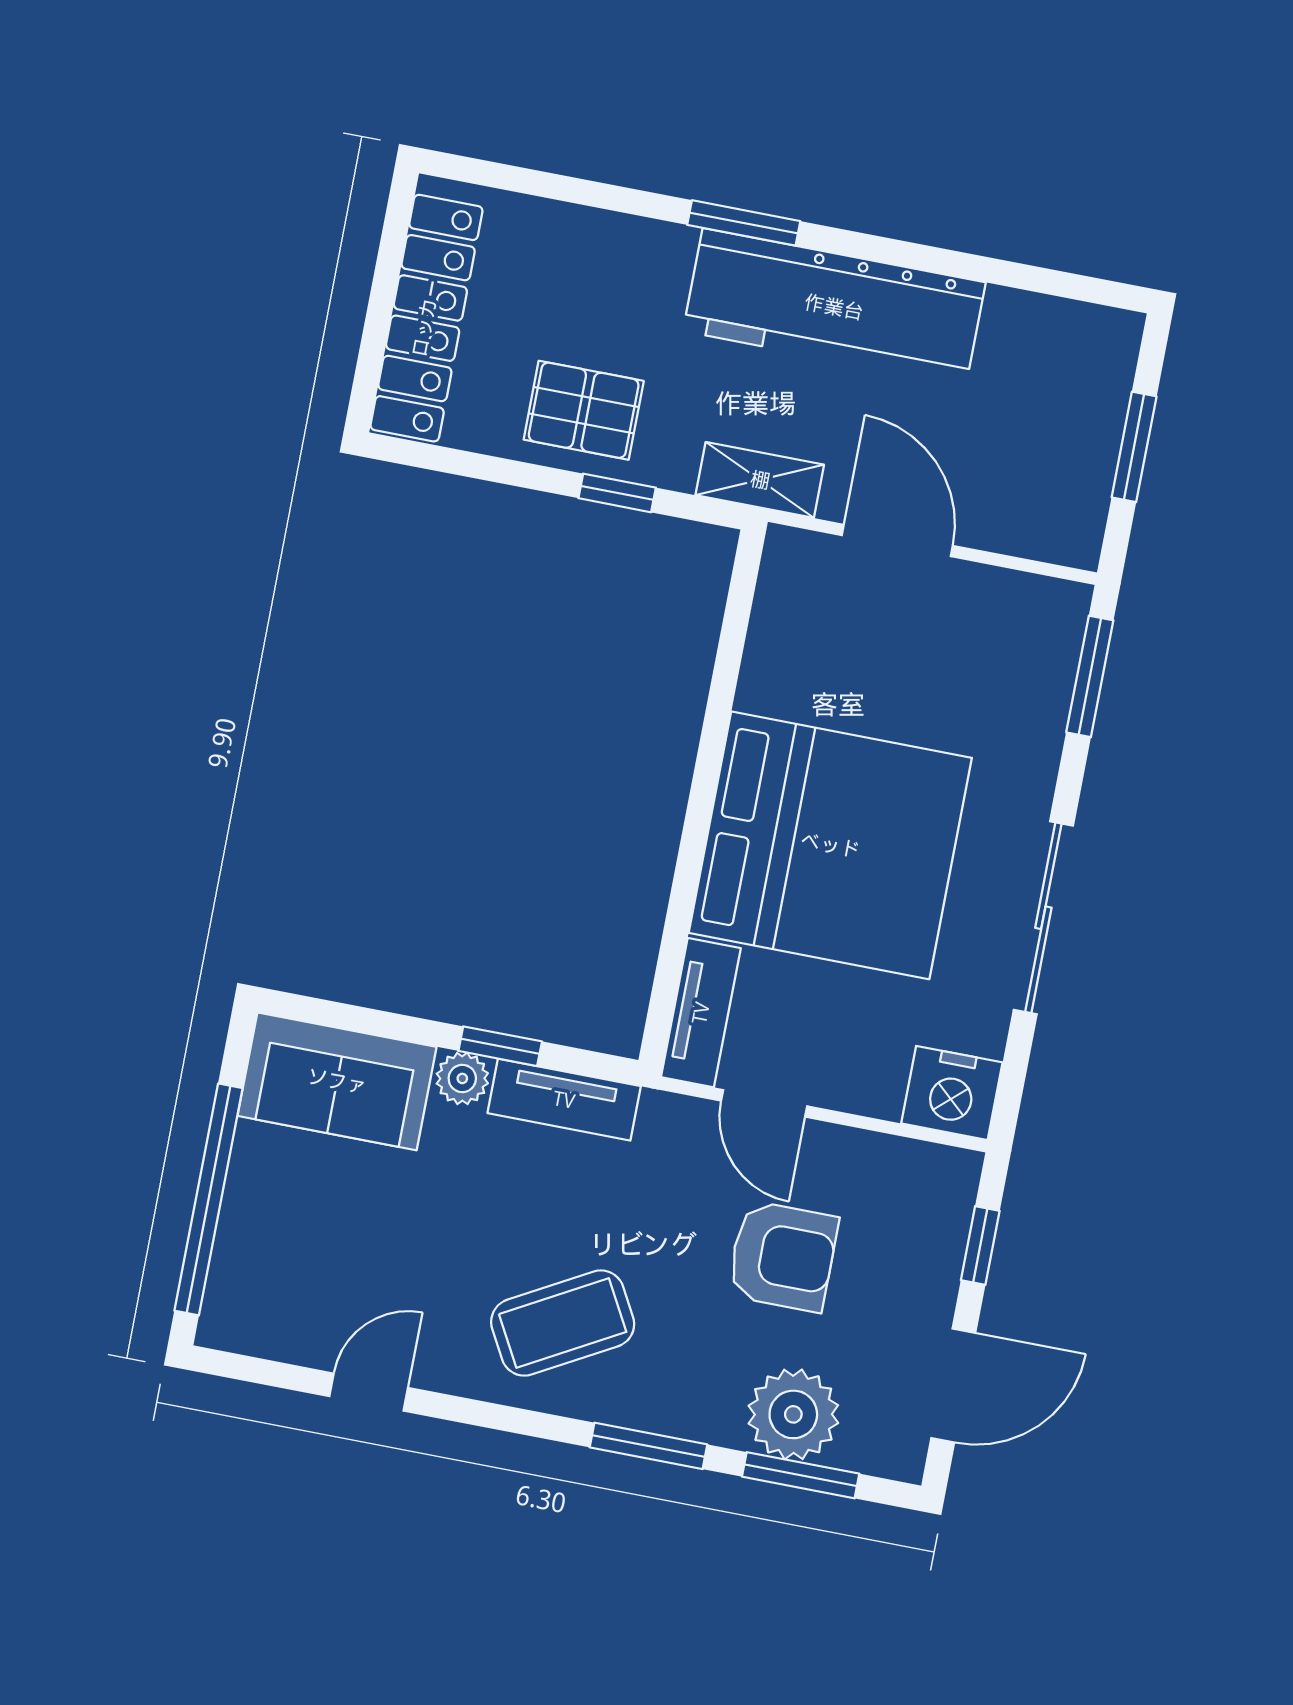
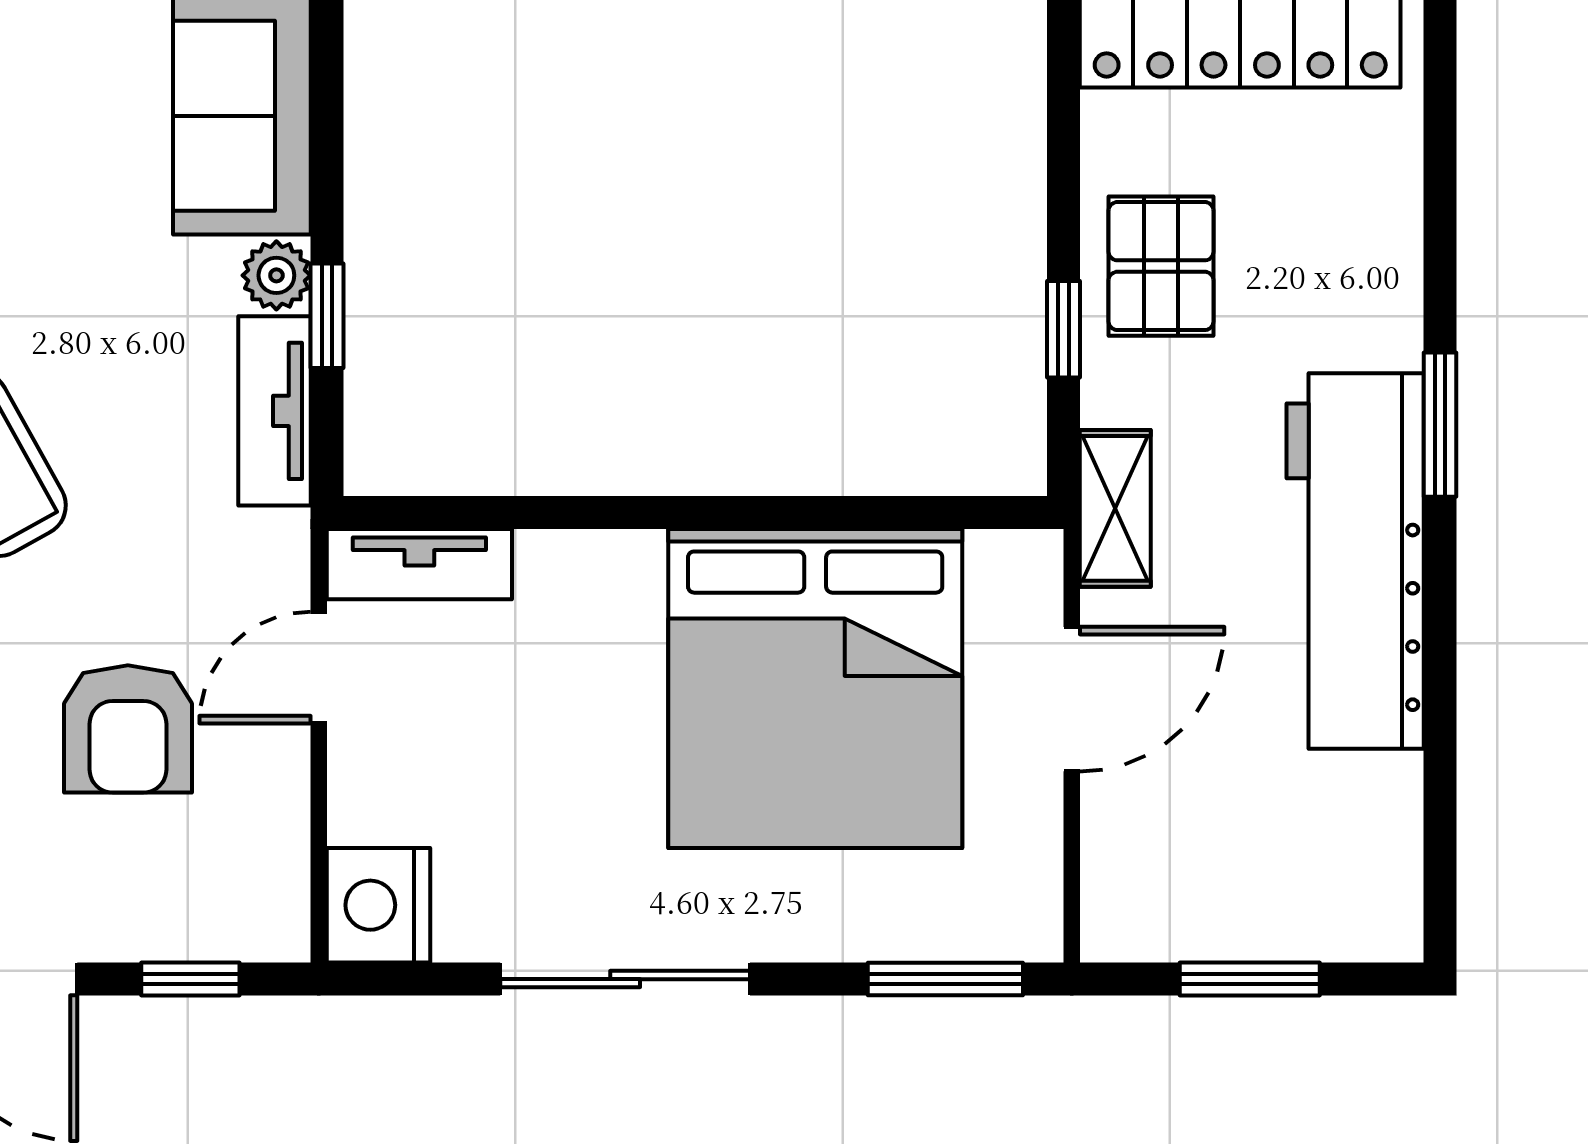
bed: (830, 845) -> (815, 689), moved

